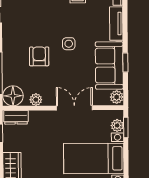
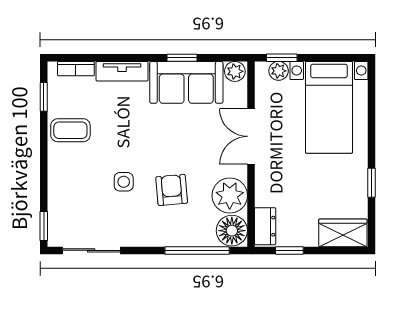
side table: (69, 44) -> (124, 182), moved
armchair: (39, 56) -> (172, 190), turned 85
plant: (36, 100) -> (230, 196), width x1.87, depth x1.87

